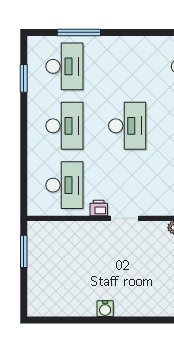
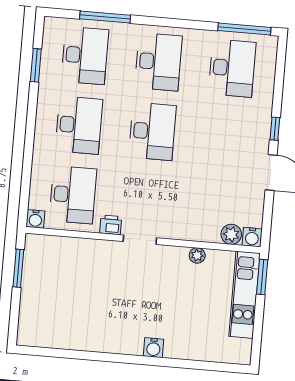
desk: (127, 66) -> (158, 62), added
water cooler: (35, 208) -> (35, 219), added
water cooler: (105, 309) -> (153, 348), moved

